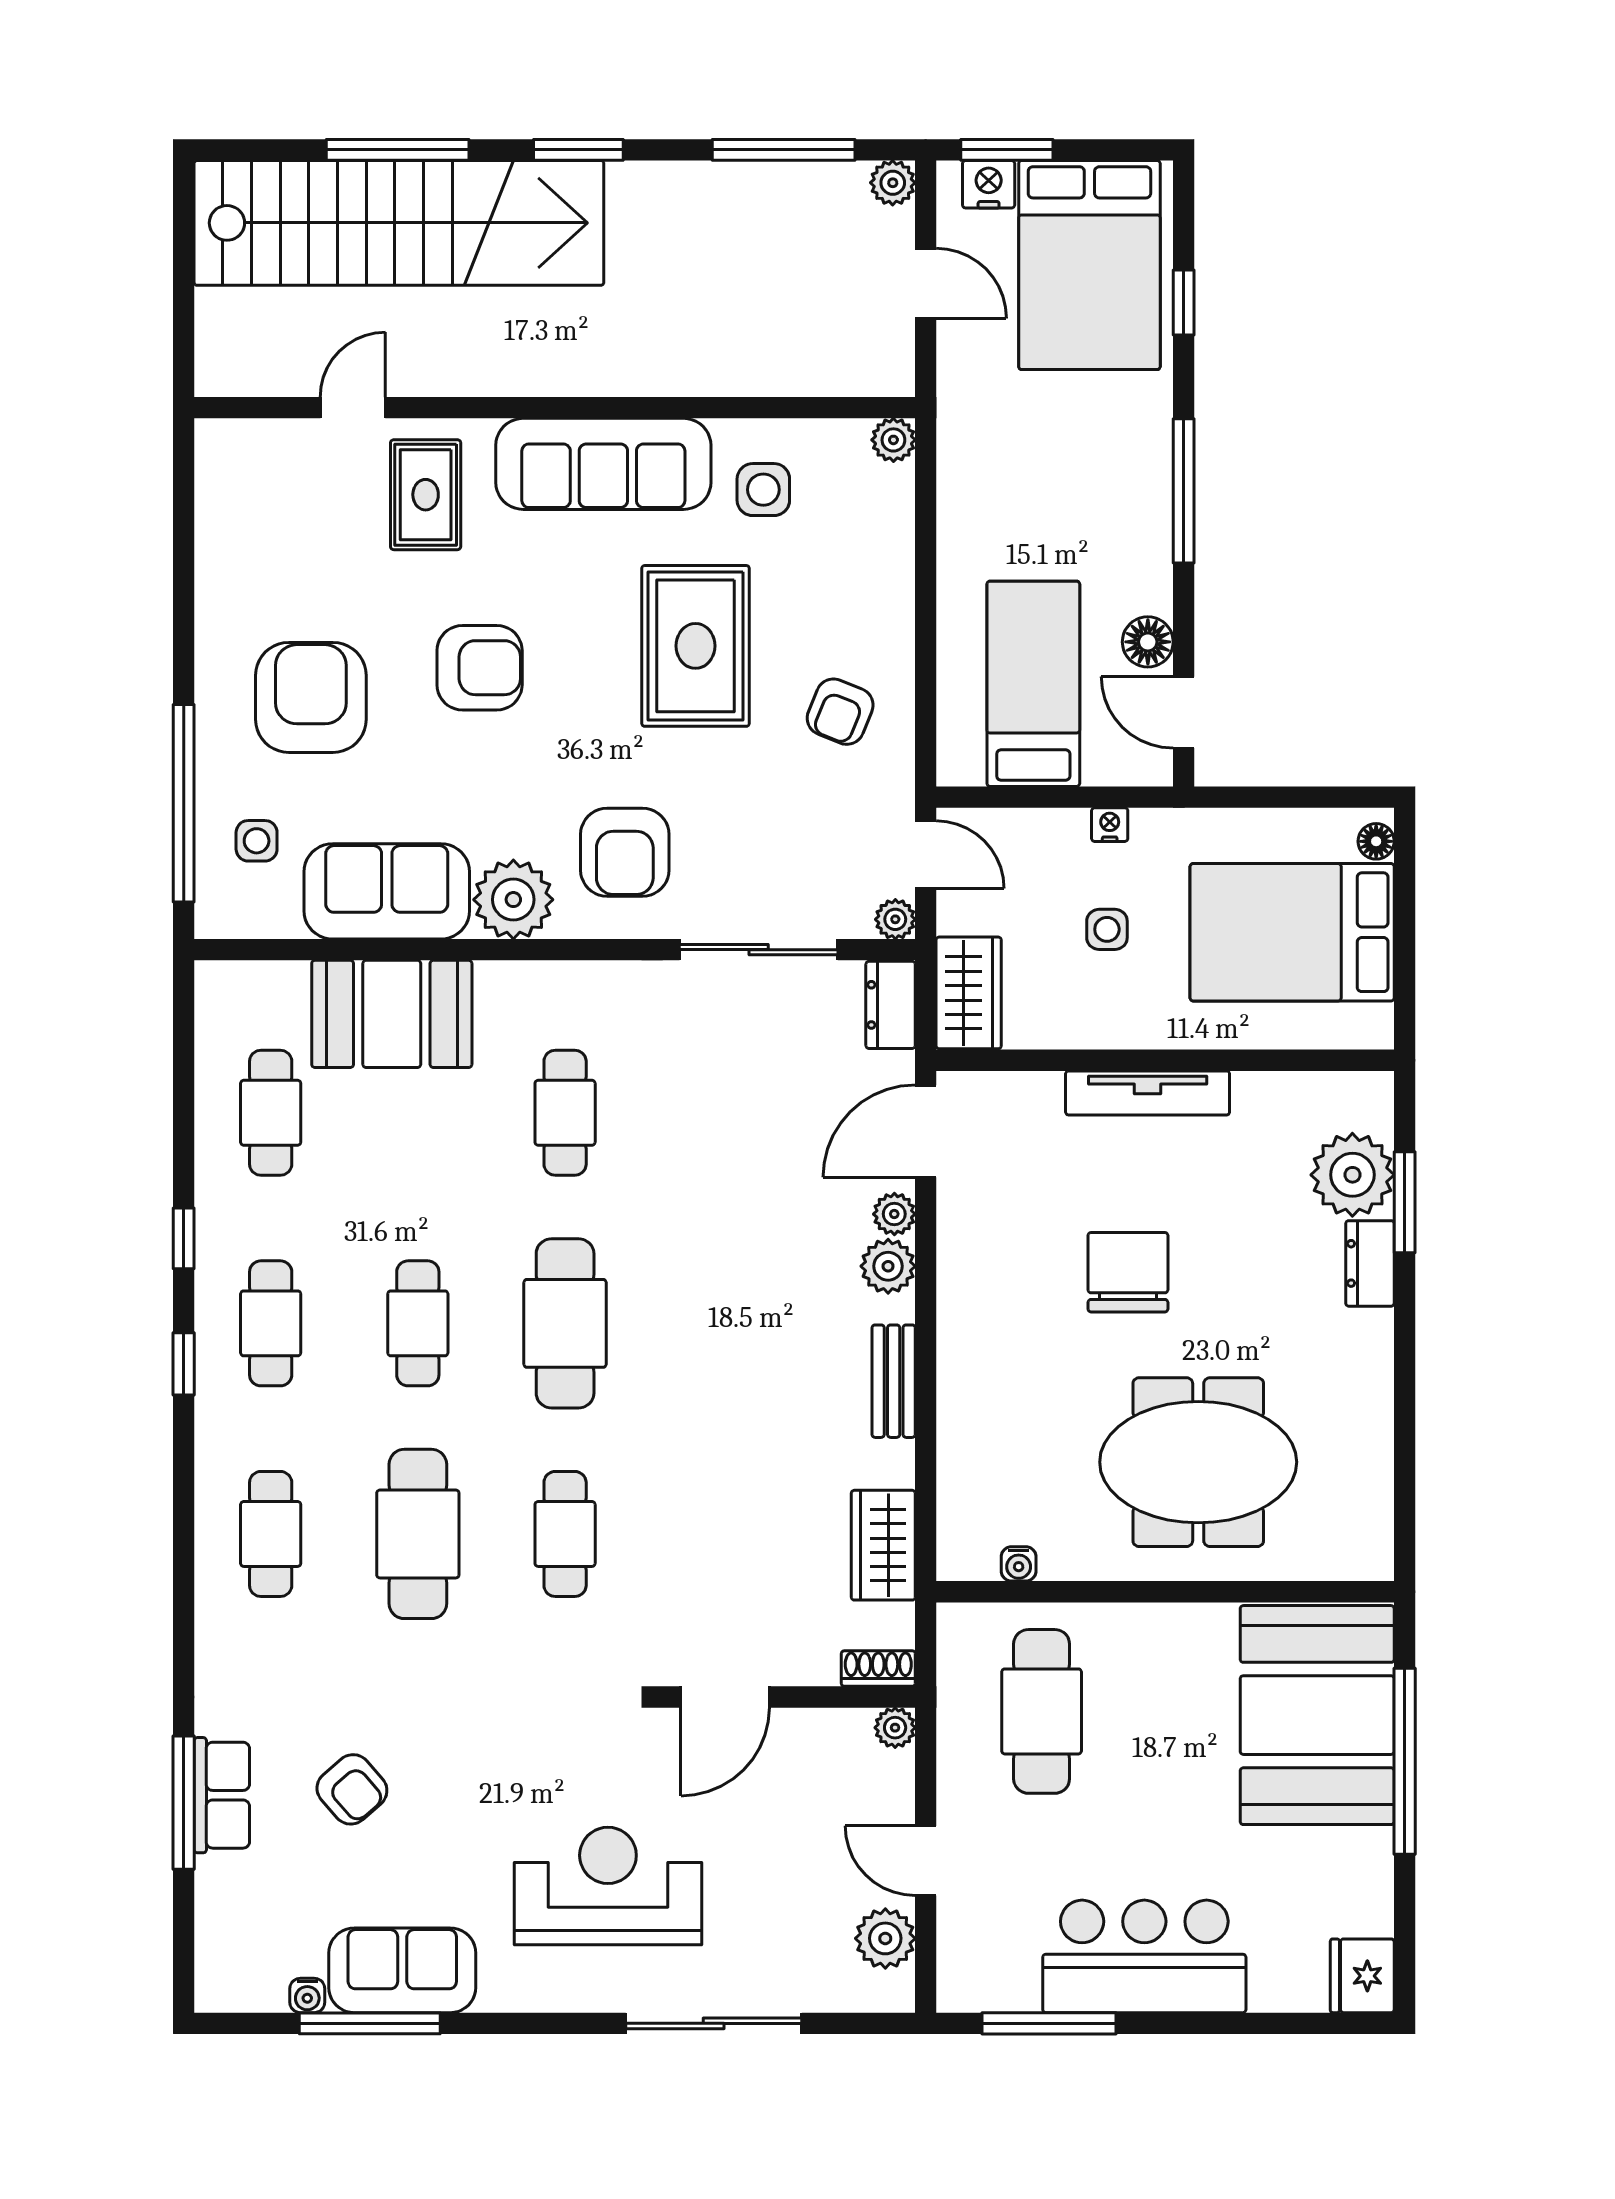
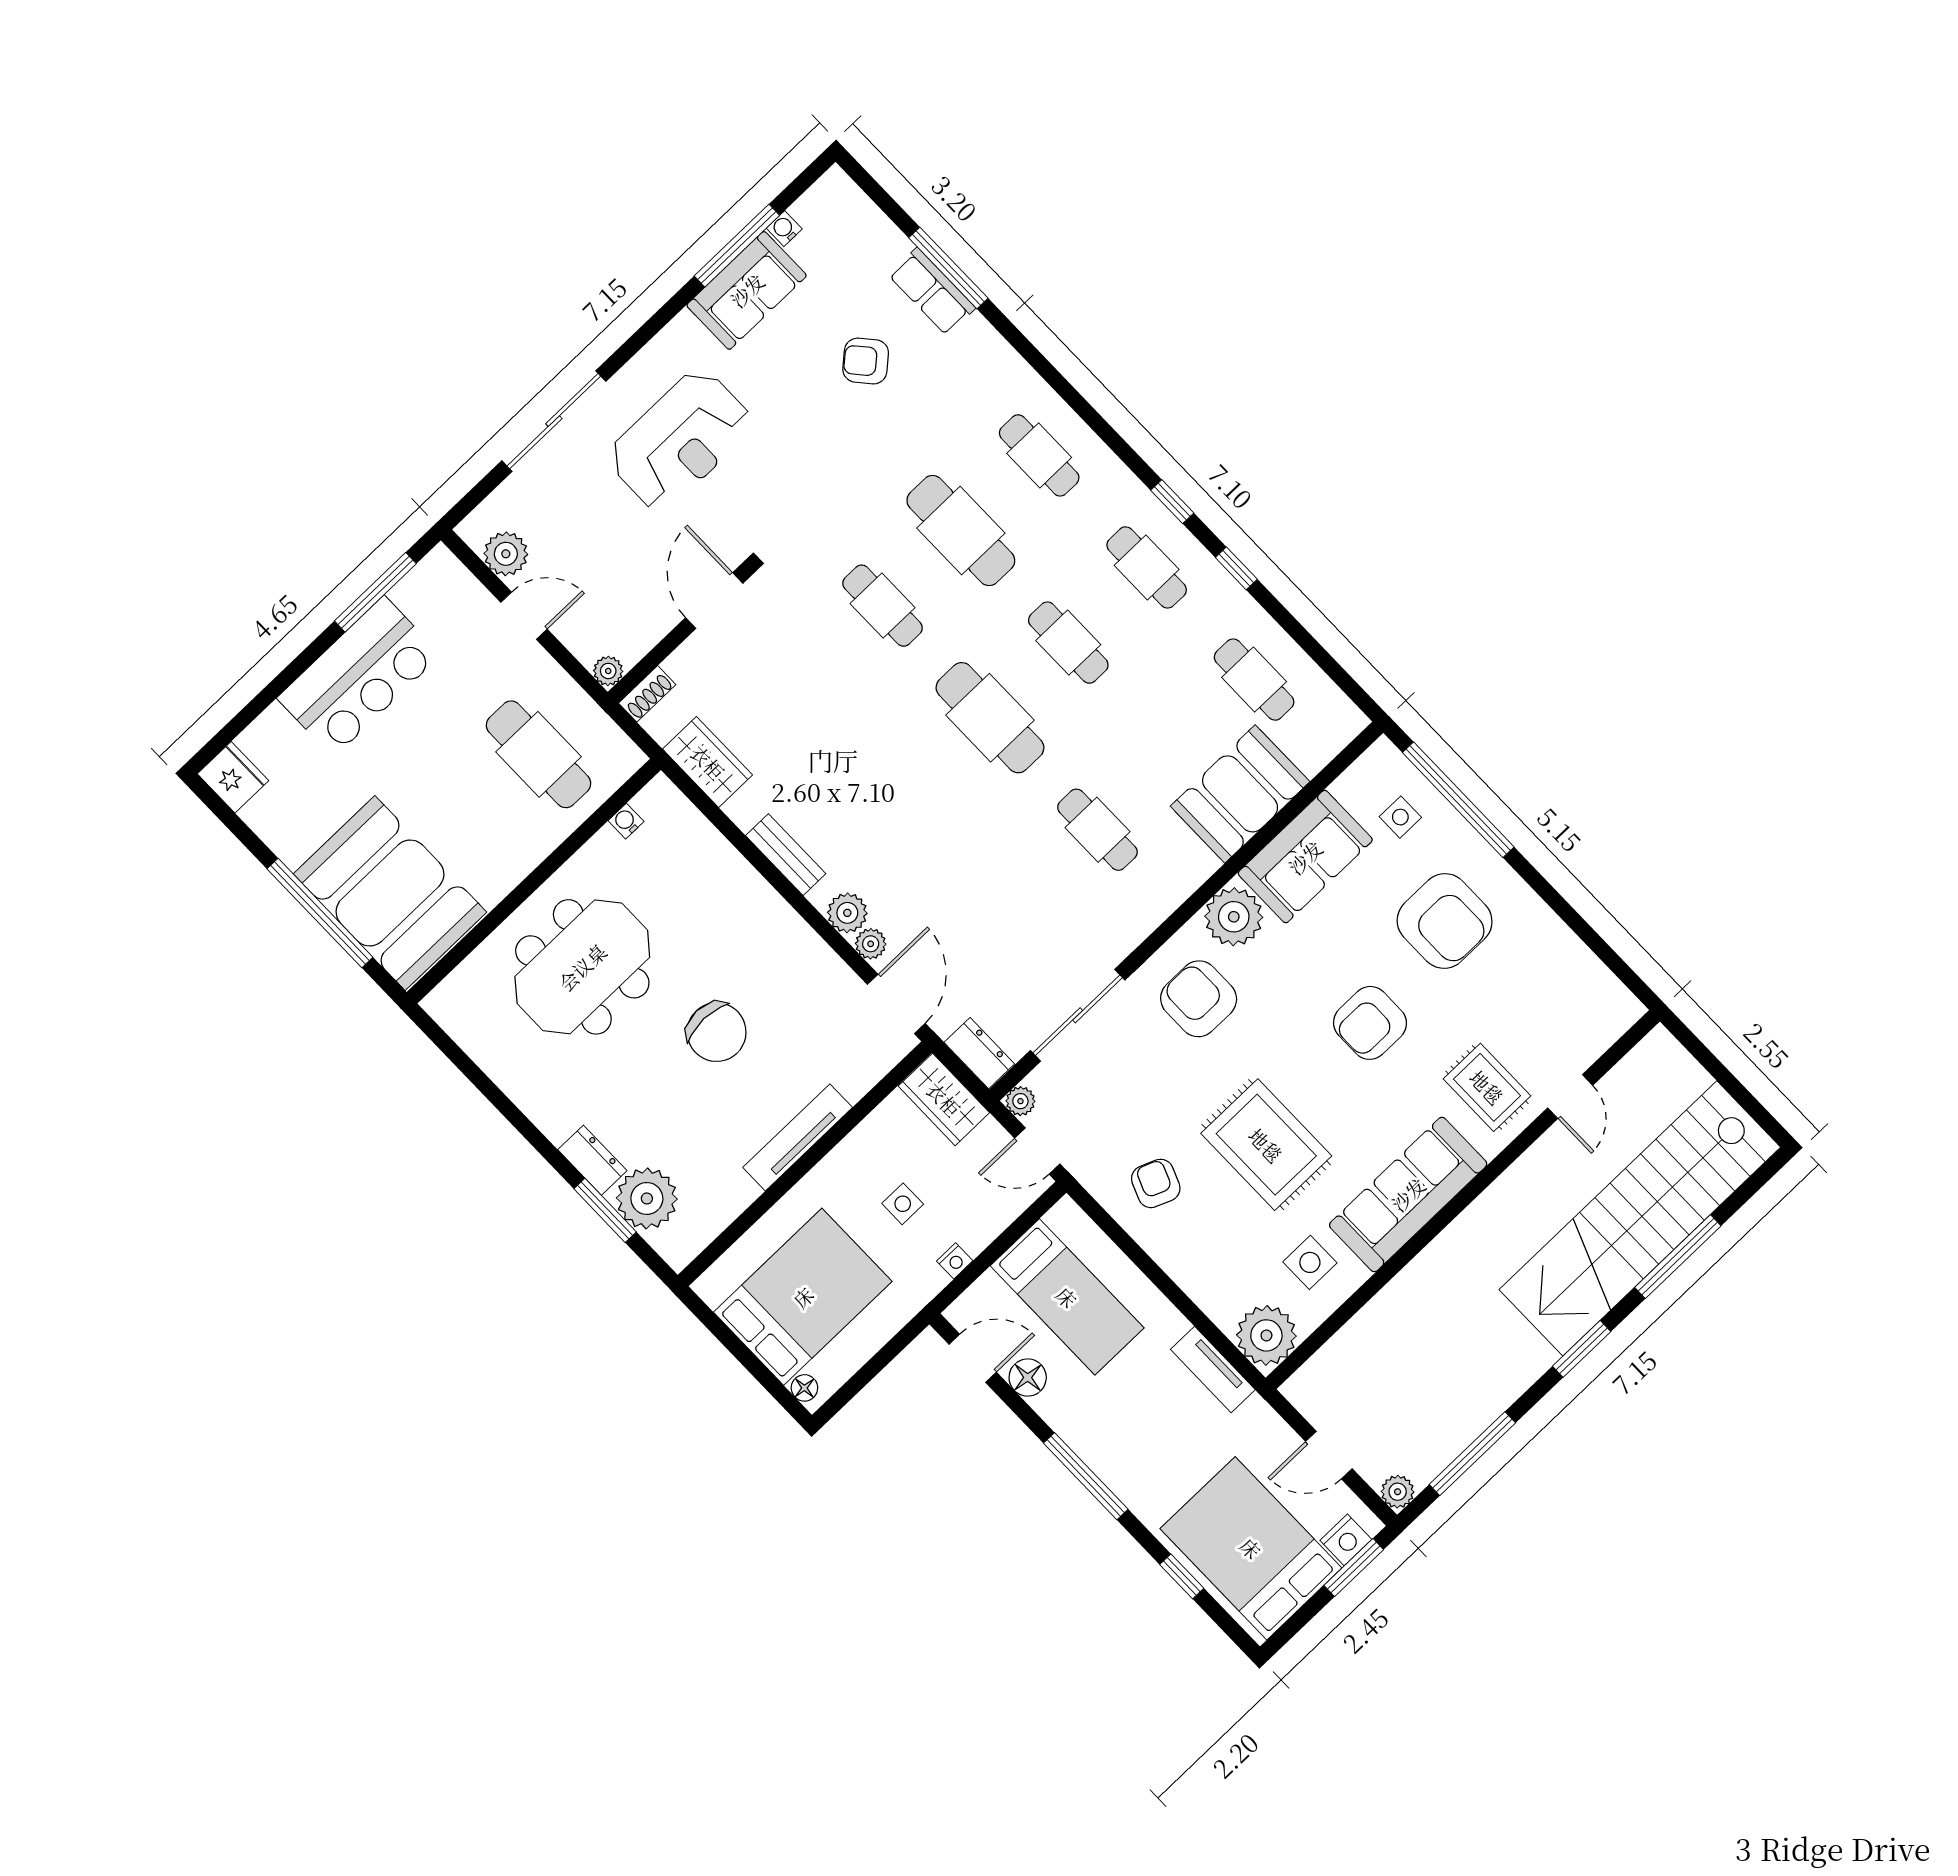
plant: (893, 440) -> (1266, 1335), width x1.87, depth x1.87
tv unit: (959, 476) -> (1213, 1370), added

